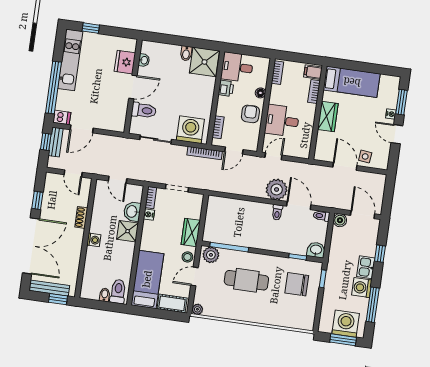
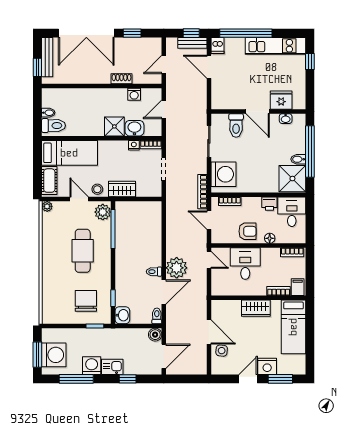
window: (180, 41) -> (310, 152), added
nightstand: (391, 114) -> (267, 366), width x1.89, depth x1.79
door: (345, 166) -> (209, 332), hinge flipped
washing machine: (94, 240) -> (134, 94), moved

